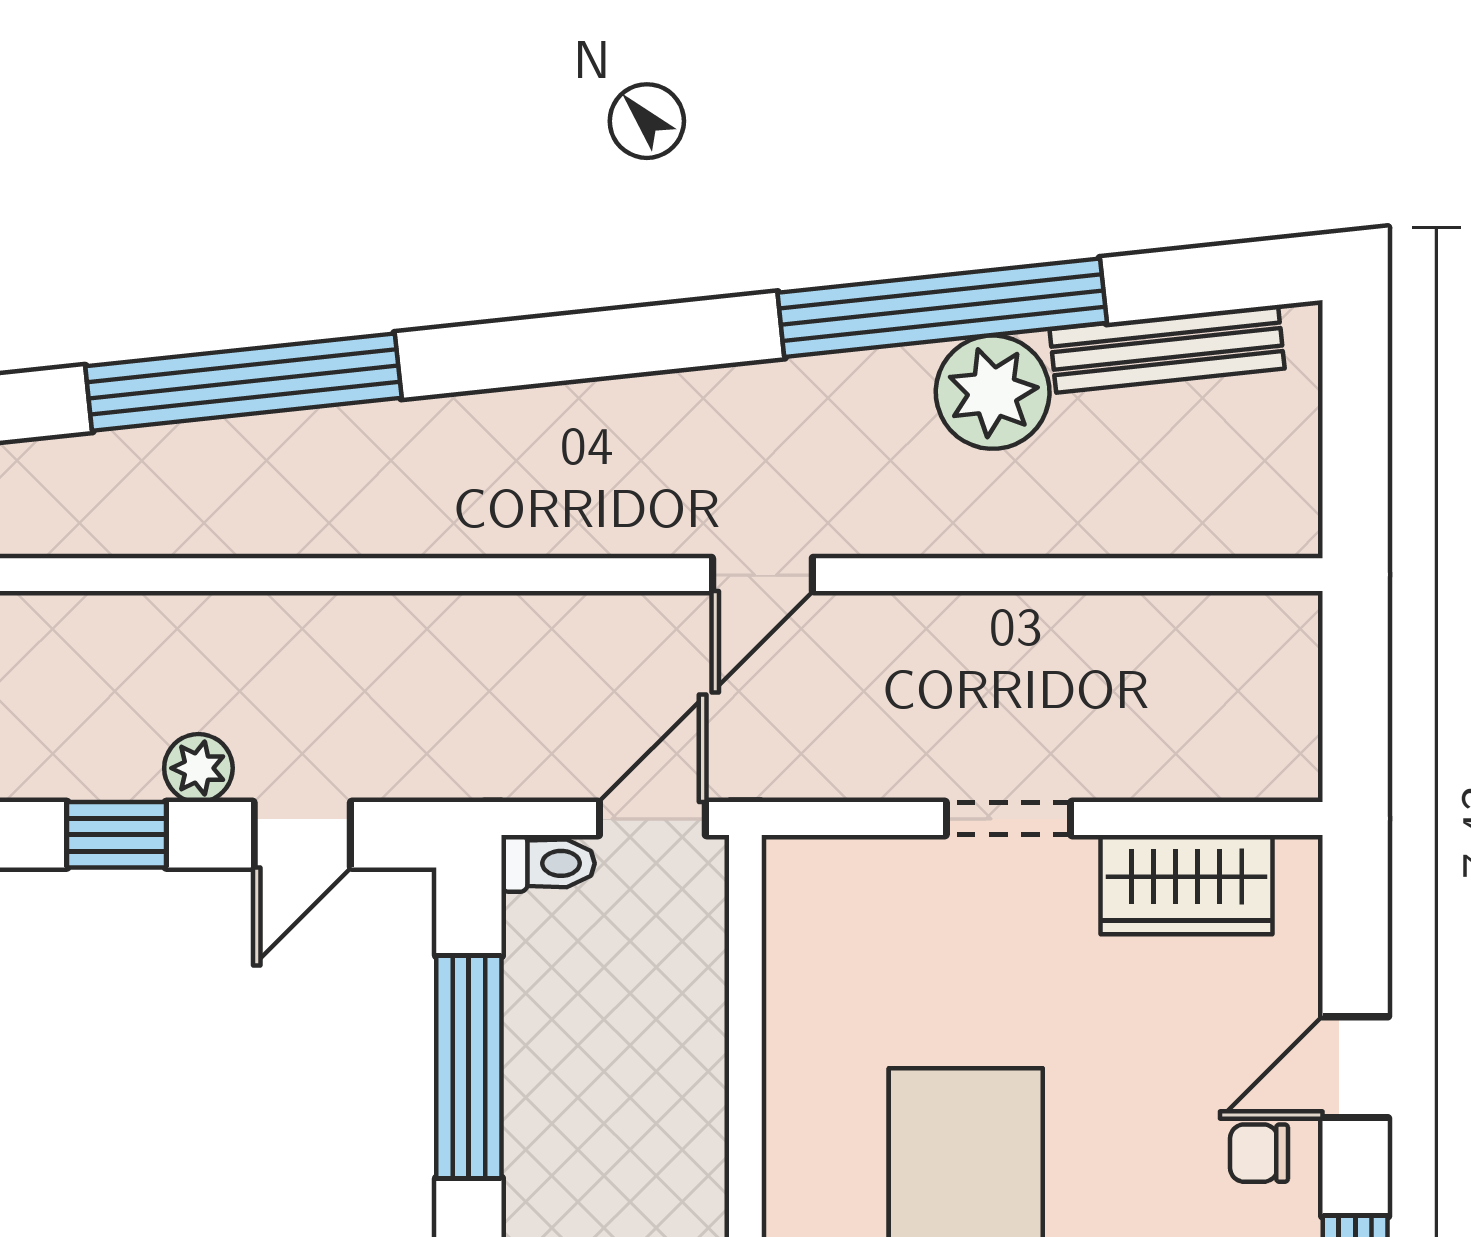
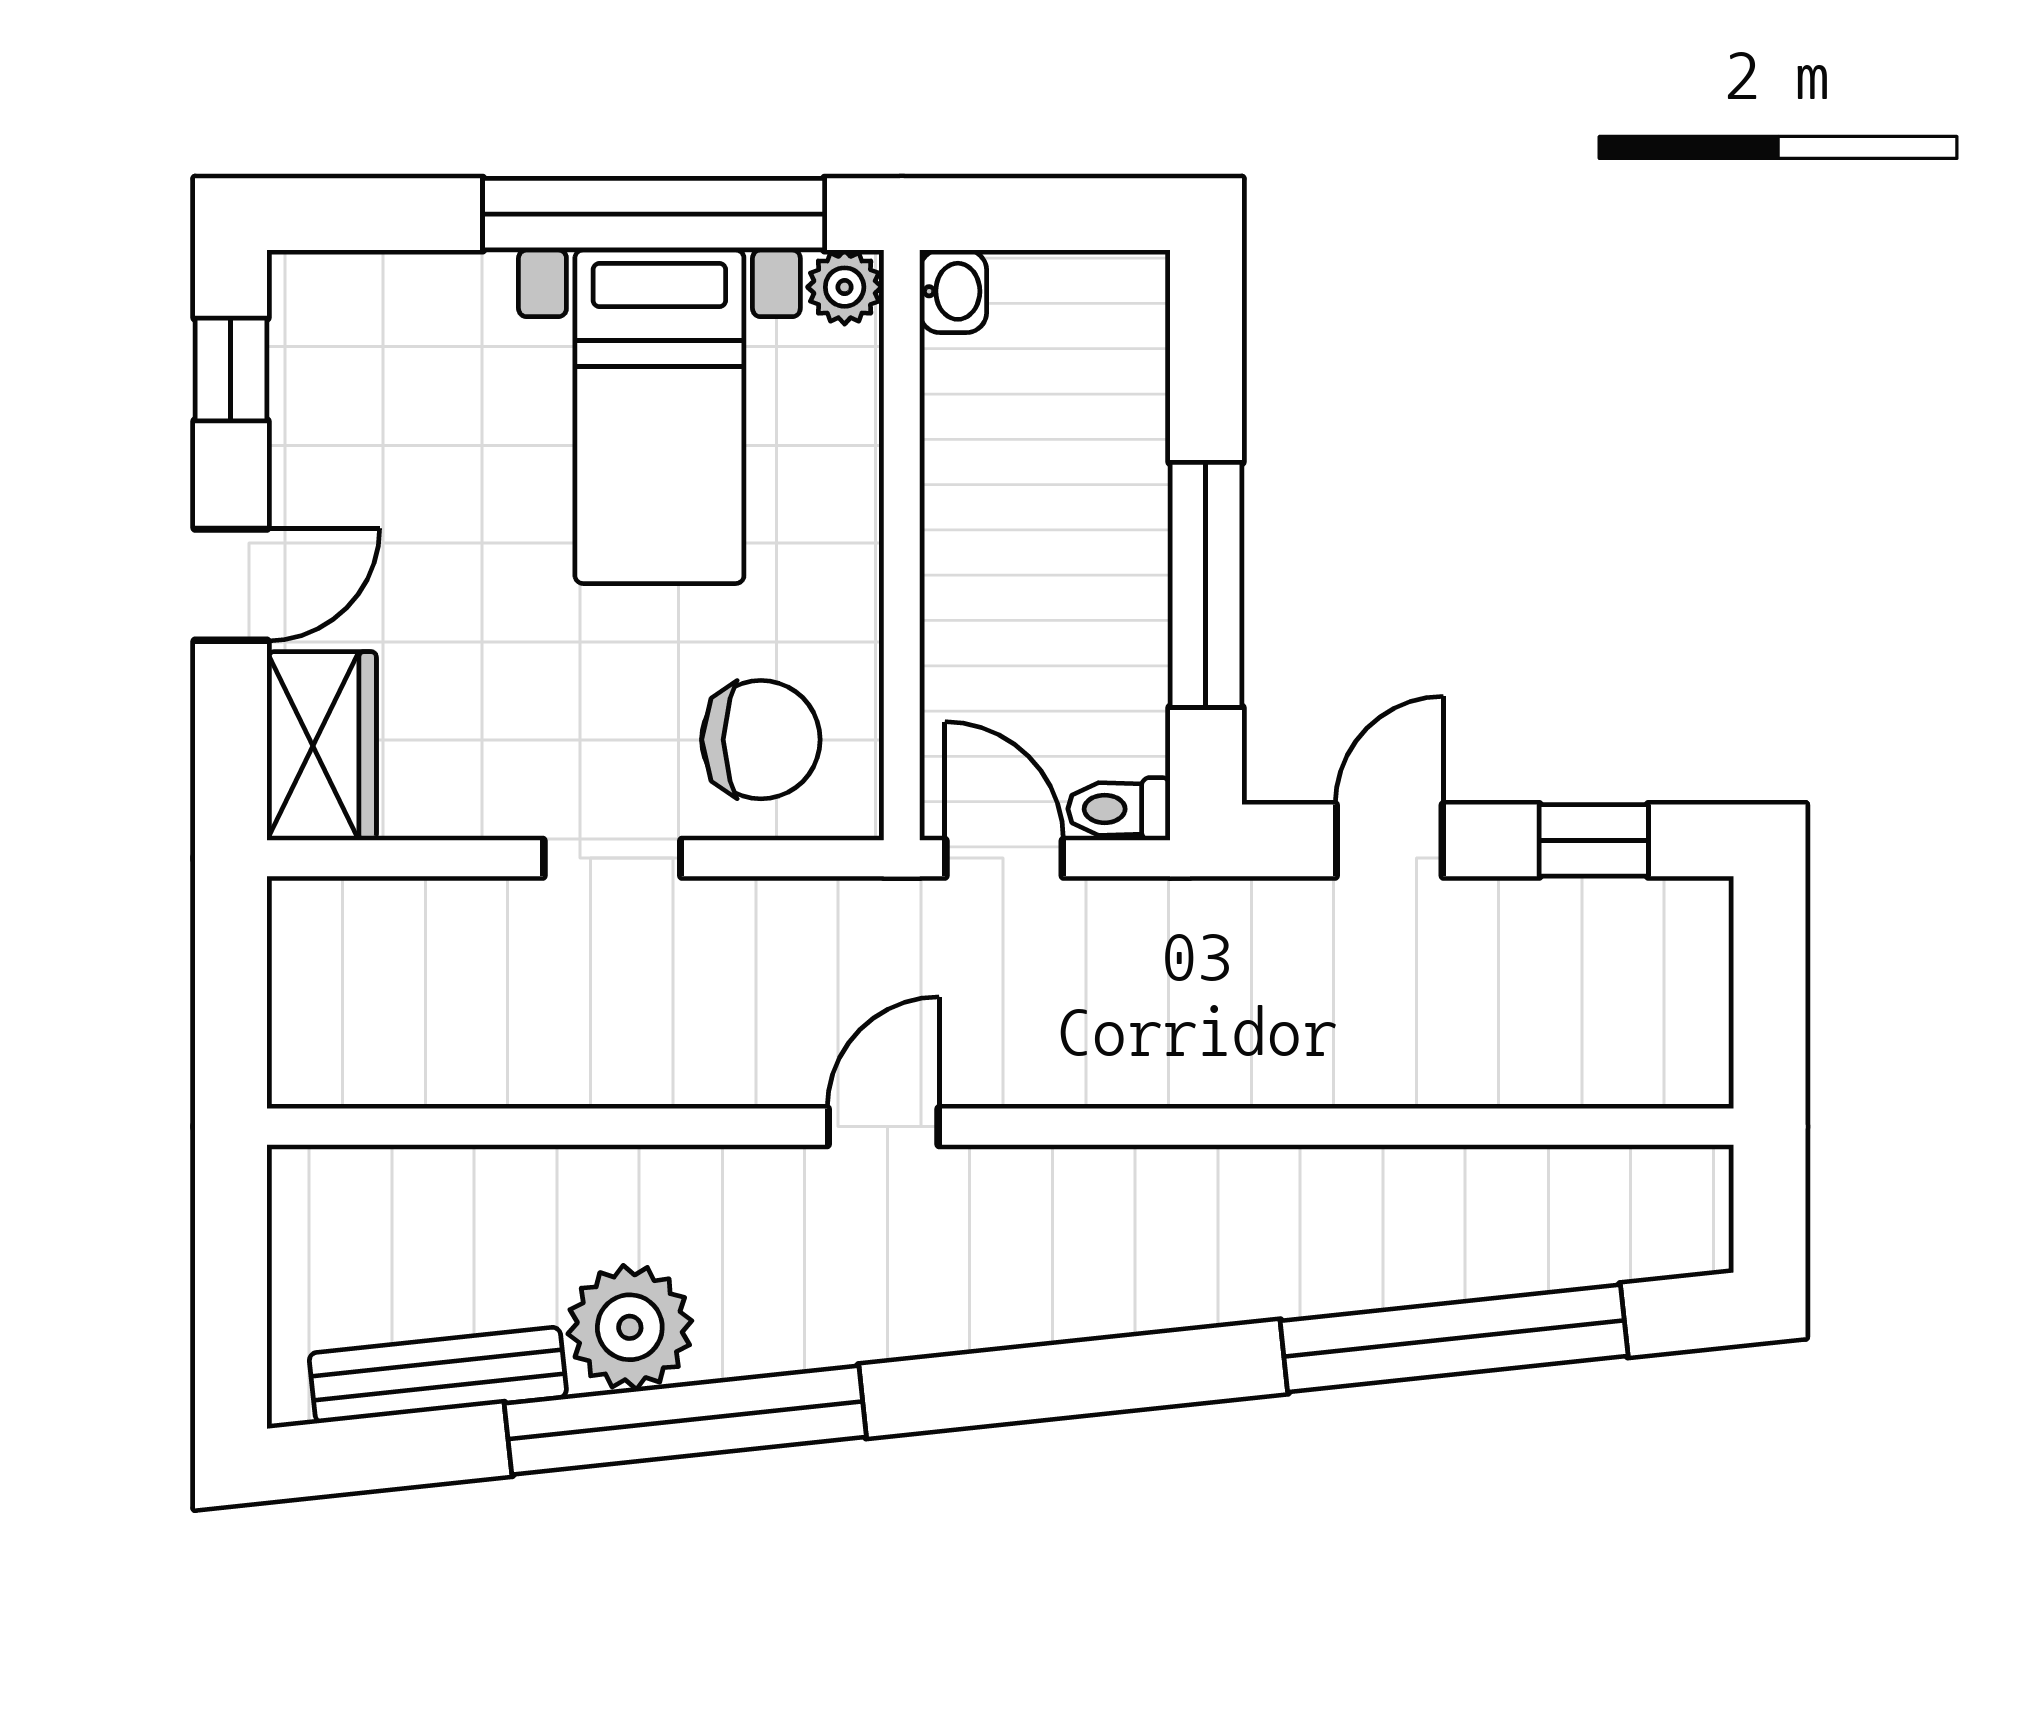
plant: (198, 768) -> (1504, 914), removed
door: (652, 819) -> (1004, 858), swing flipped
wardrobe: (1186, 885) -> (322, 746), moved, turned 90
chair: (1259, 1153) -> (761, 740), moved, width x1.87, depth x1.87

